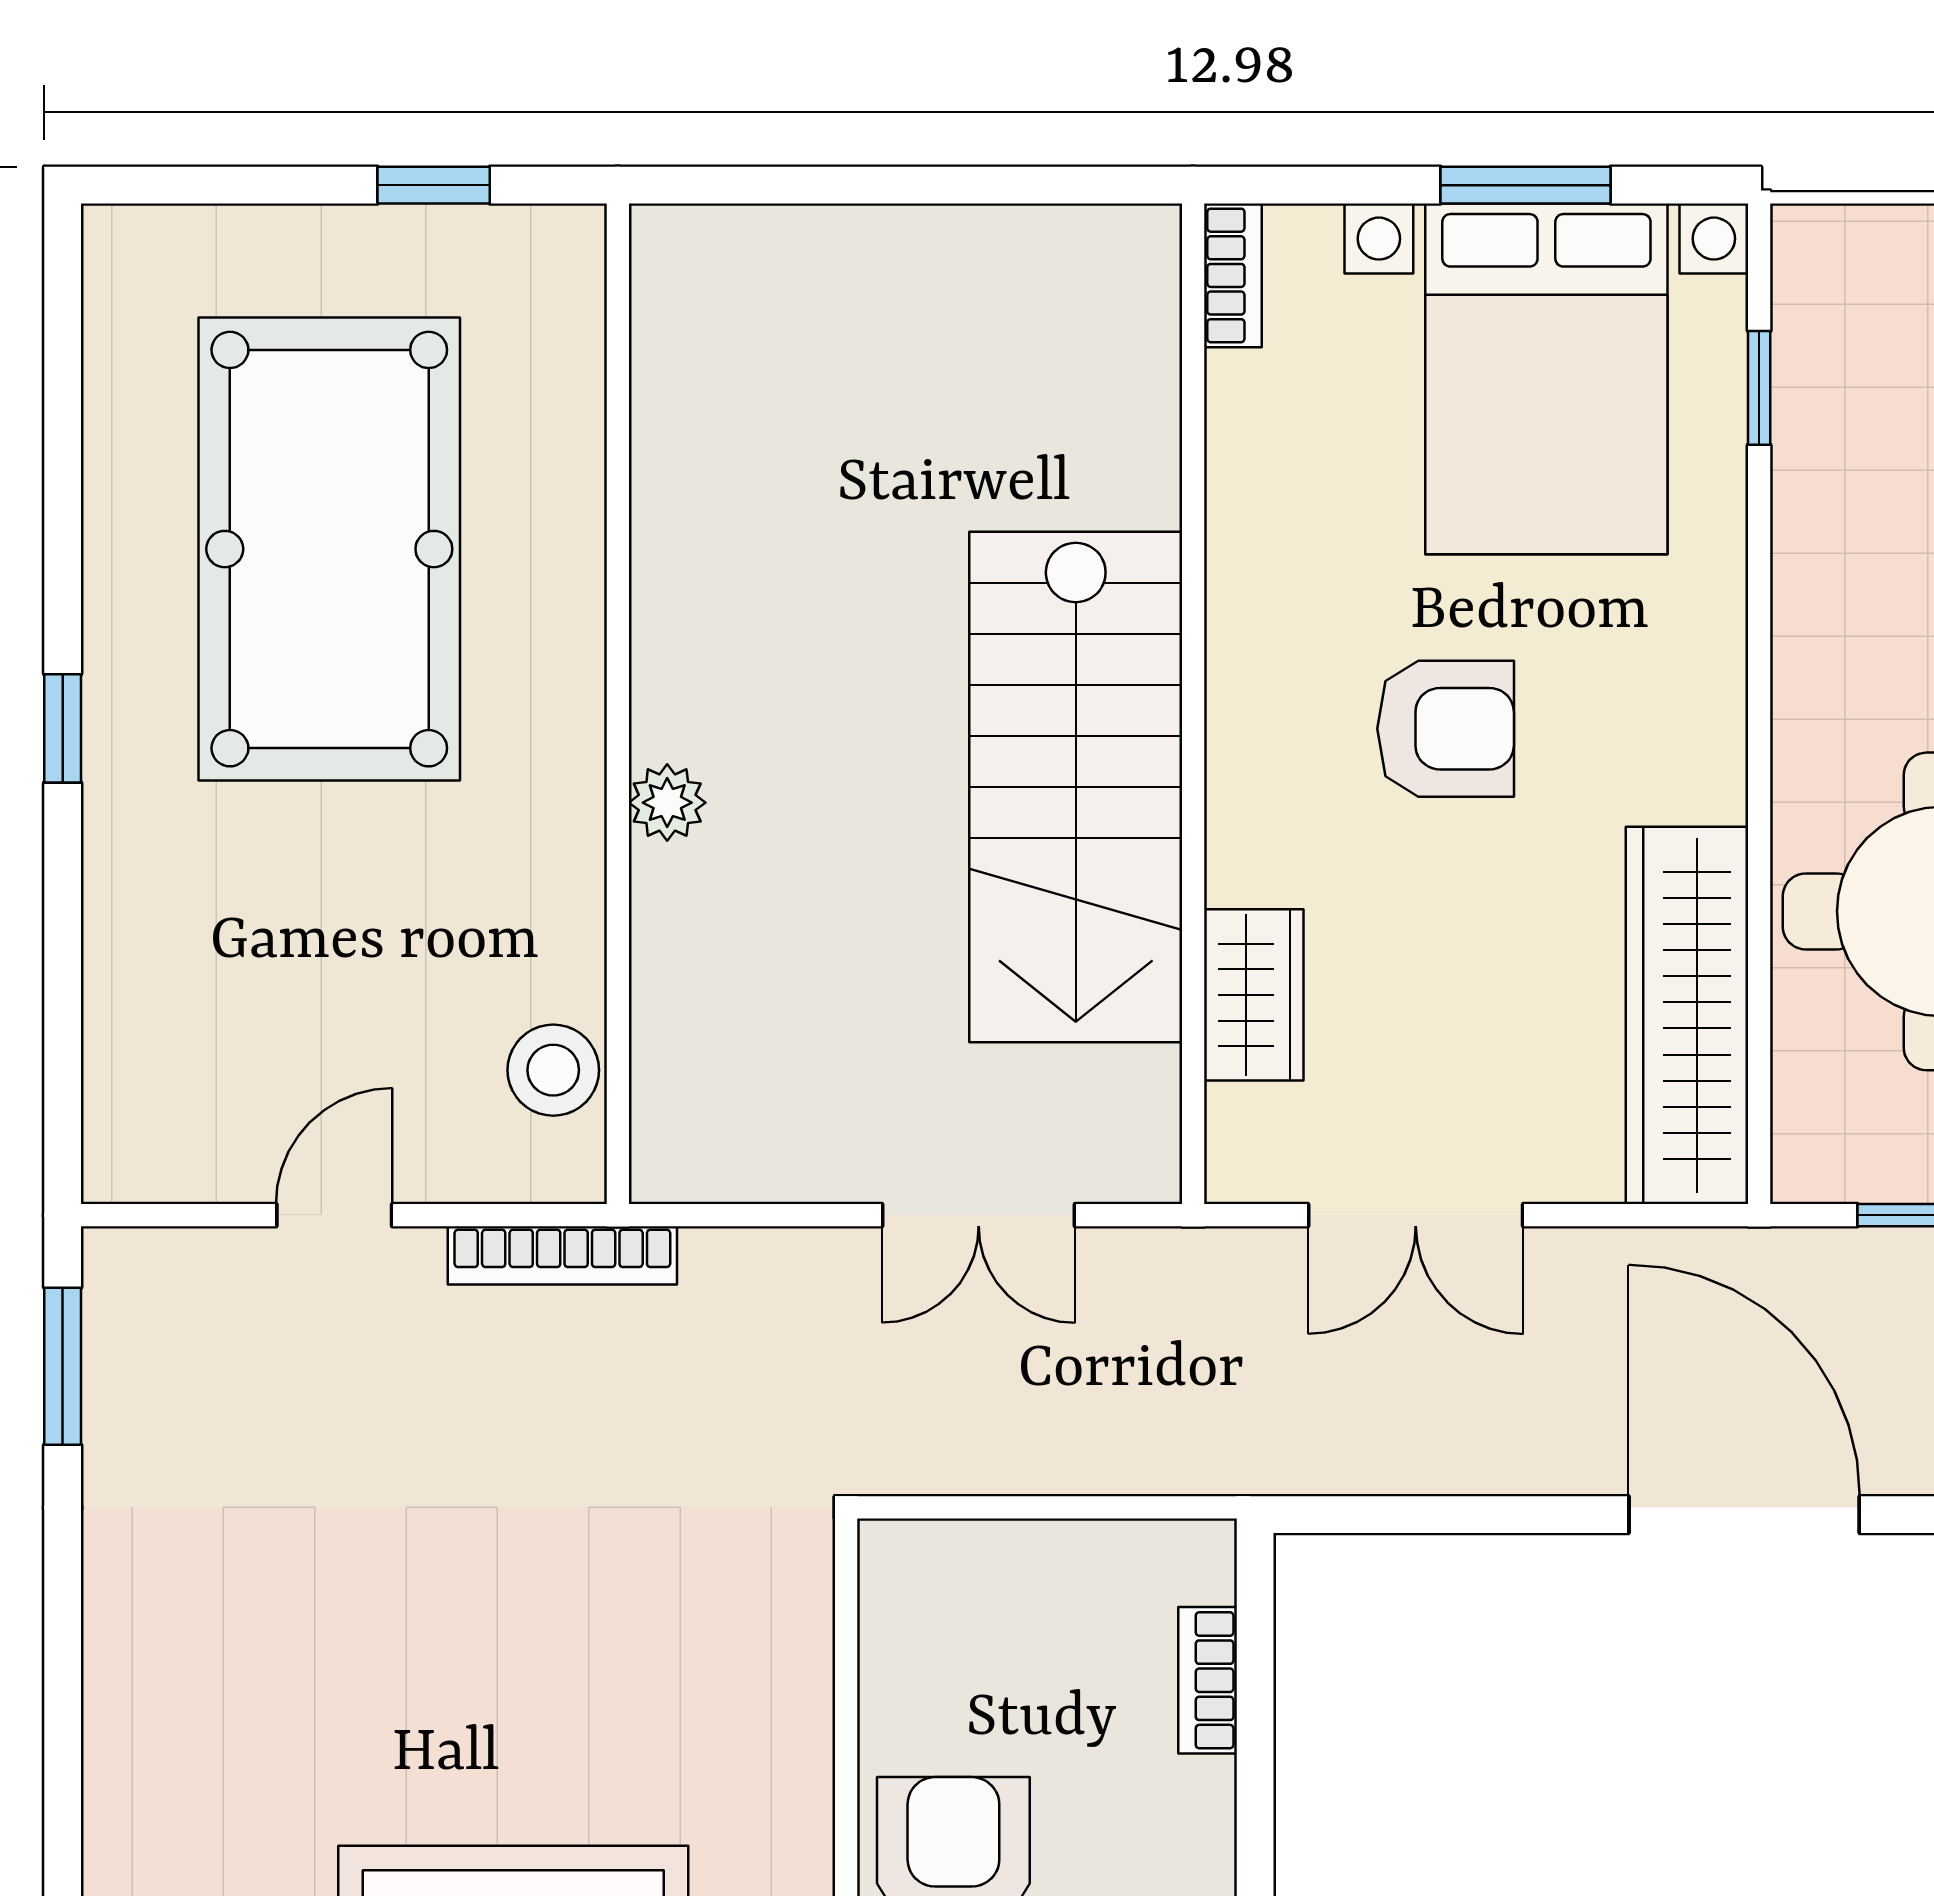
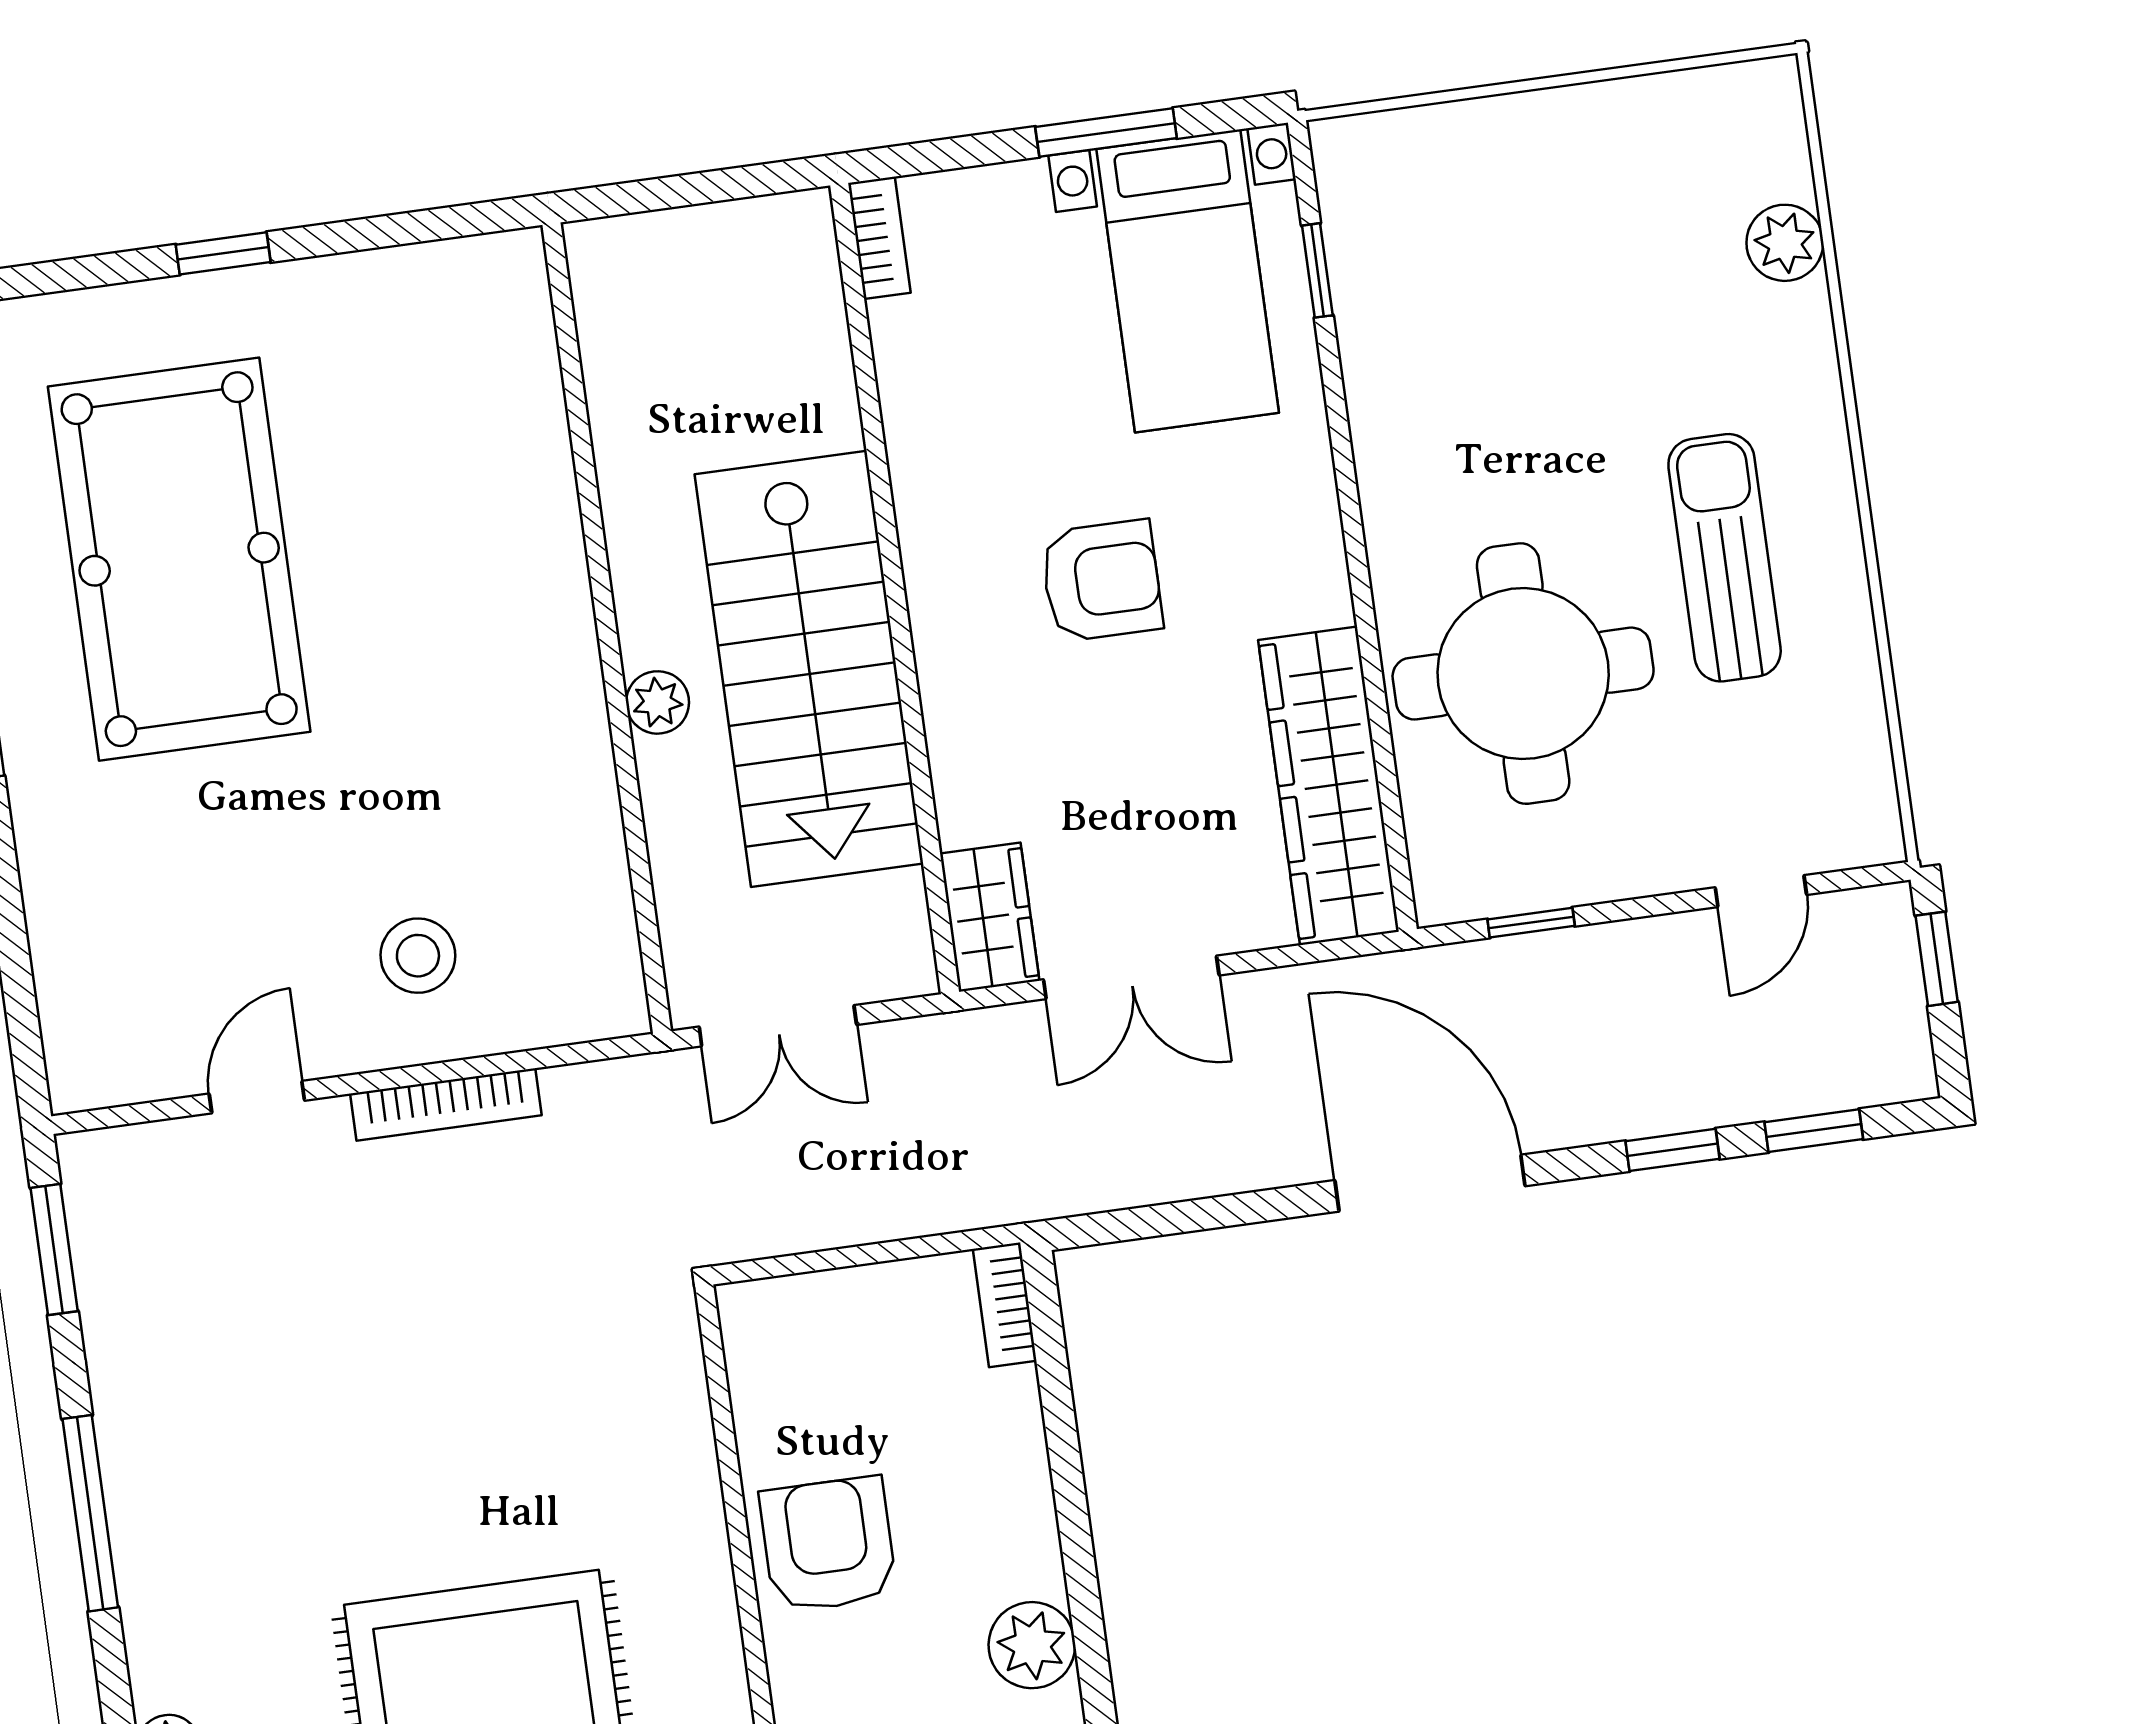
bed with nightstands: (1546, 379) -> (1188, 281), width x0.73
wall: (618, 704) -> (607, 628), moved
plant: (667, 803) -> (658, 702), moved
wardrobe: (1254, 995) -> (990, 917), moved
bookcase: (1208, 1680) -> (1005, 1305), moved
window: (63, 1693) -> (90, 1513), added

